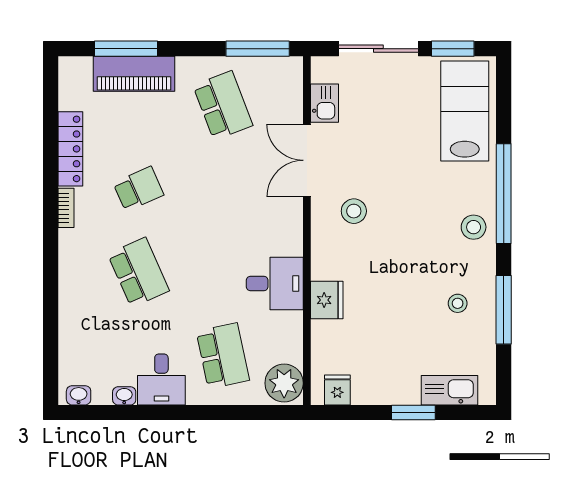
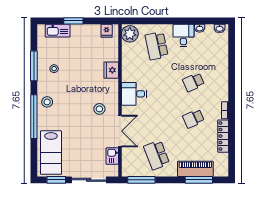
school desk: (138, 272) -> (193, 82), width x0.54
desk: (275, 283) -> (134, 94), moved

